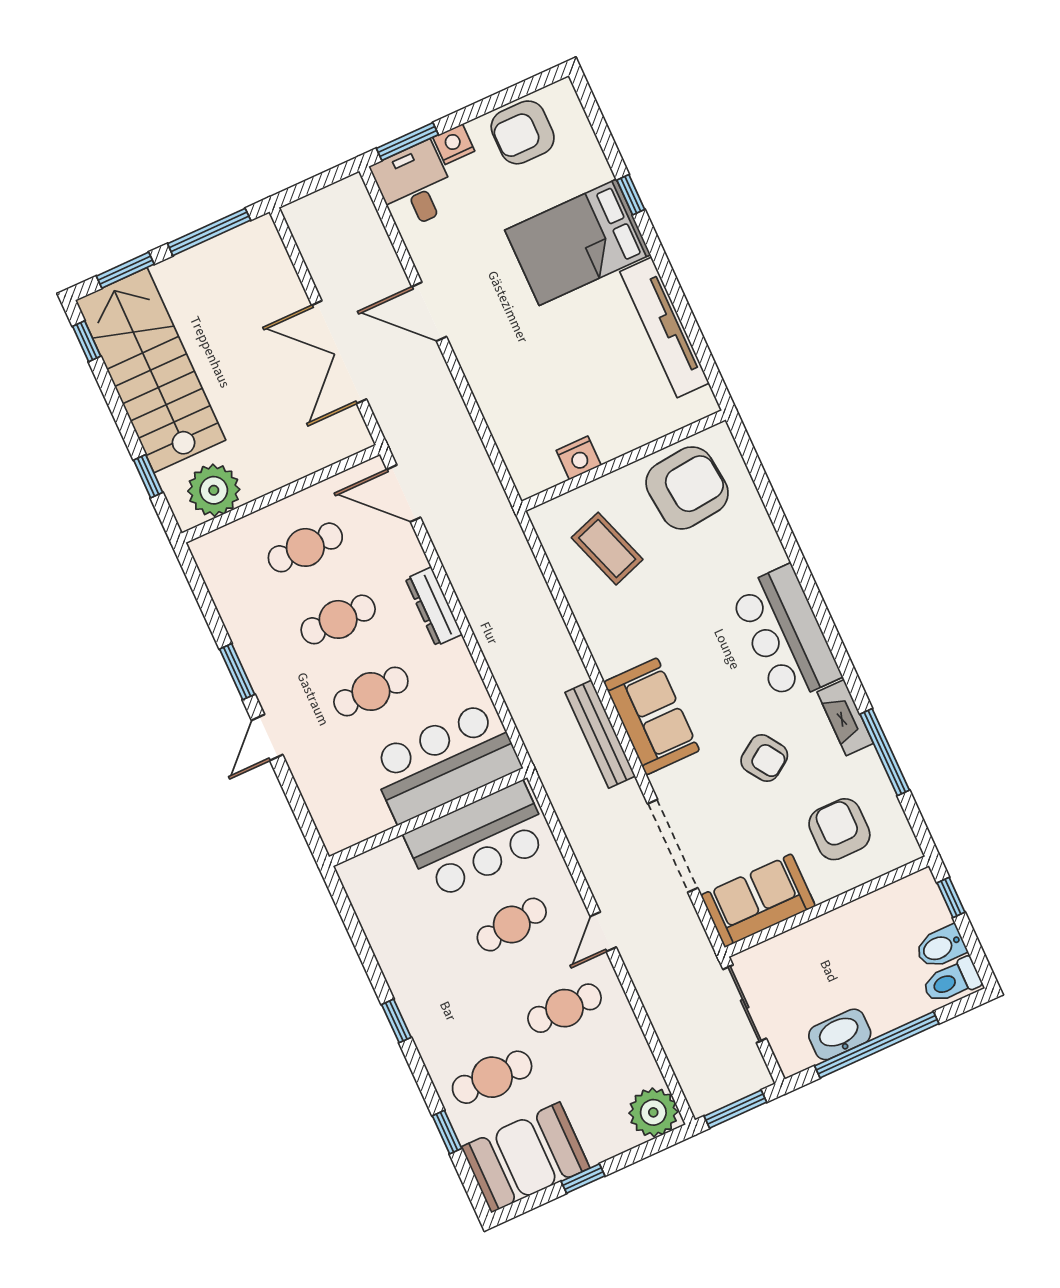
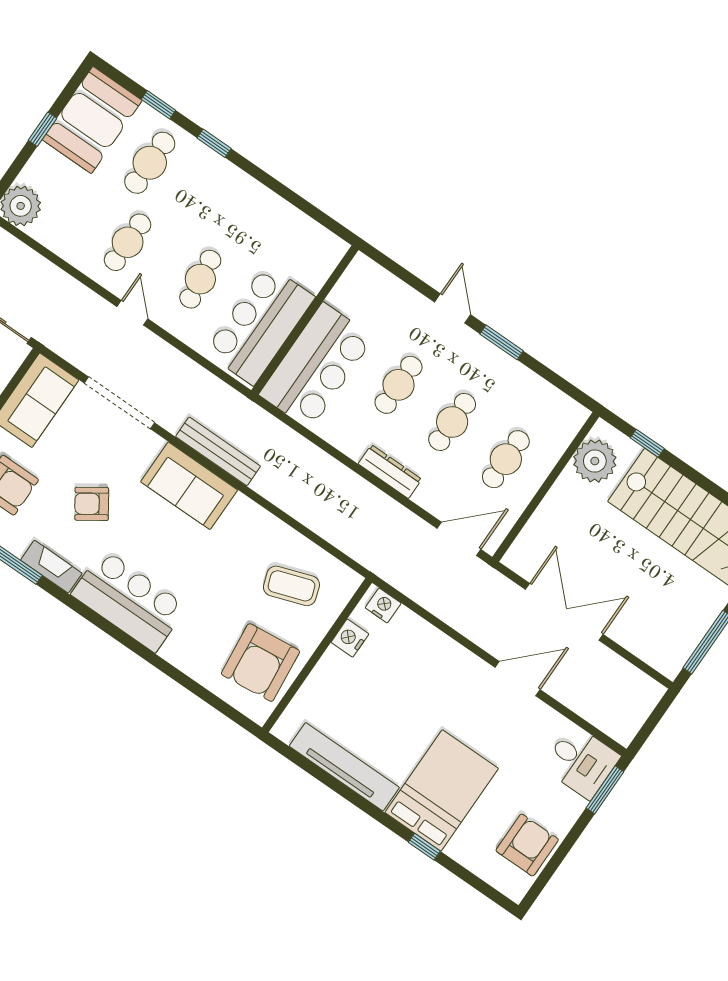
nightstand: (454, 144) -> (383, 605), moved, turned -90
window: (396, 1021) -> (214, 143), moved

